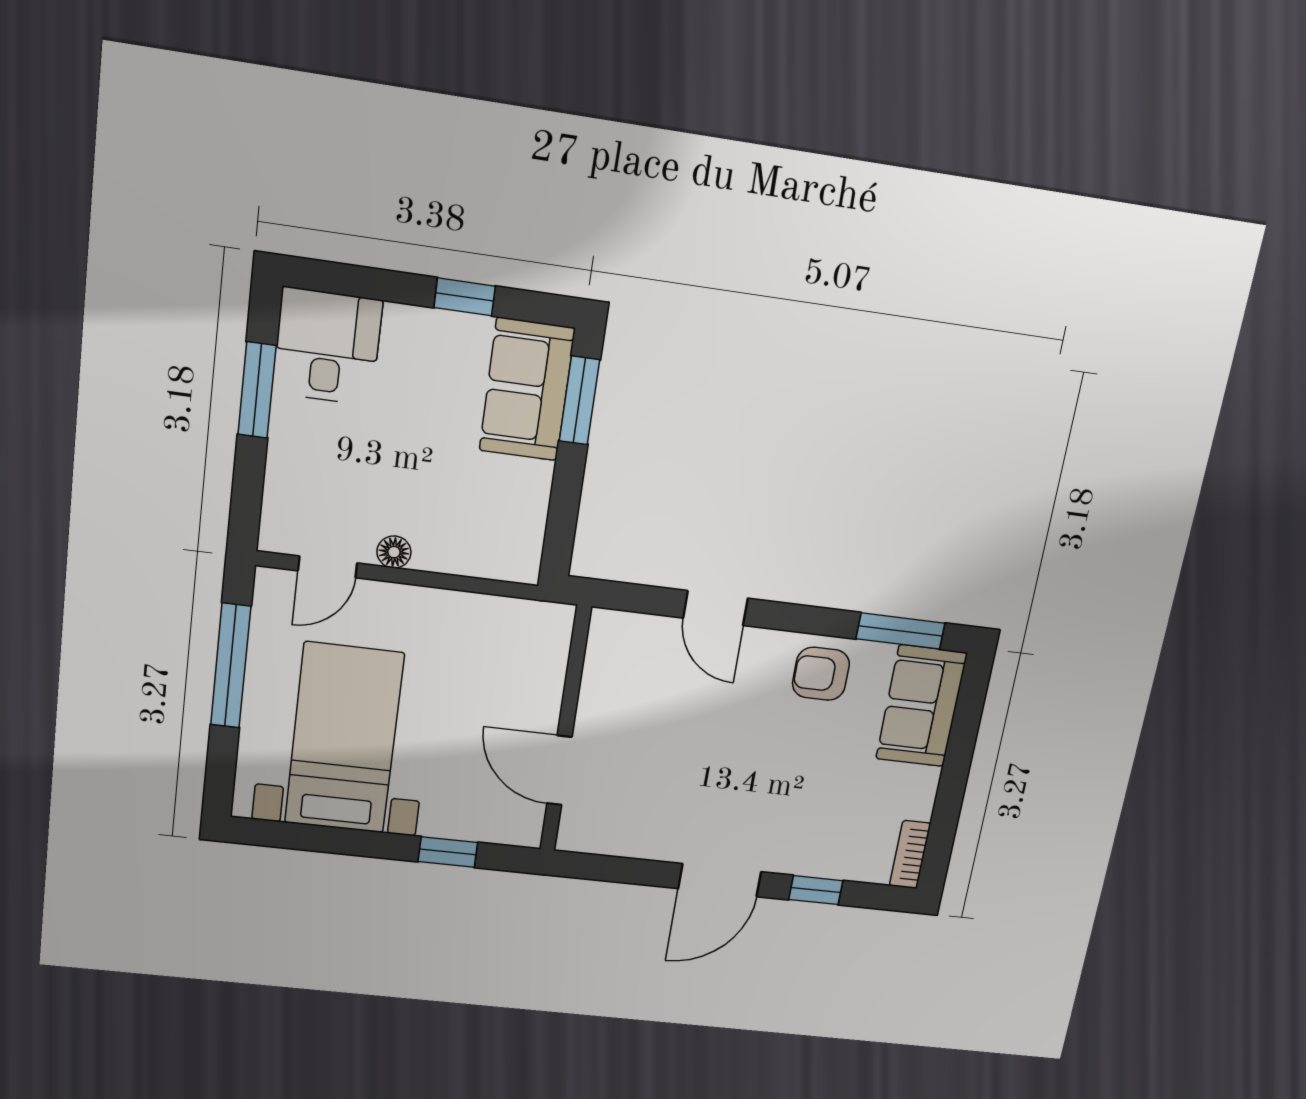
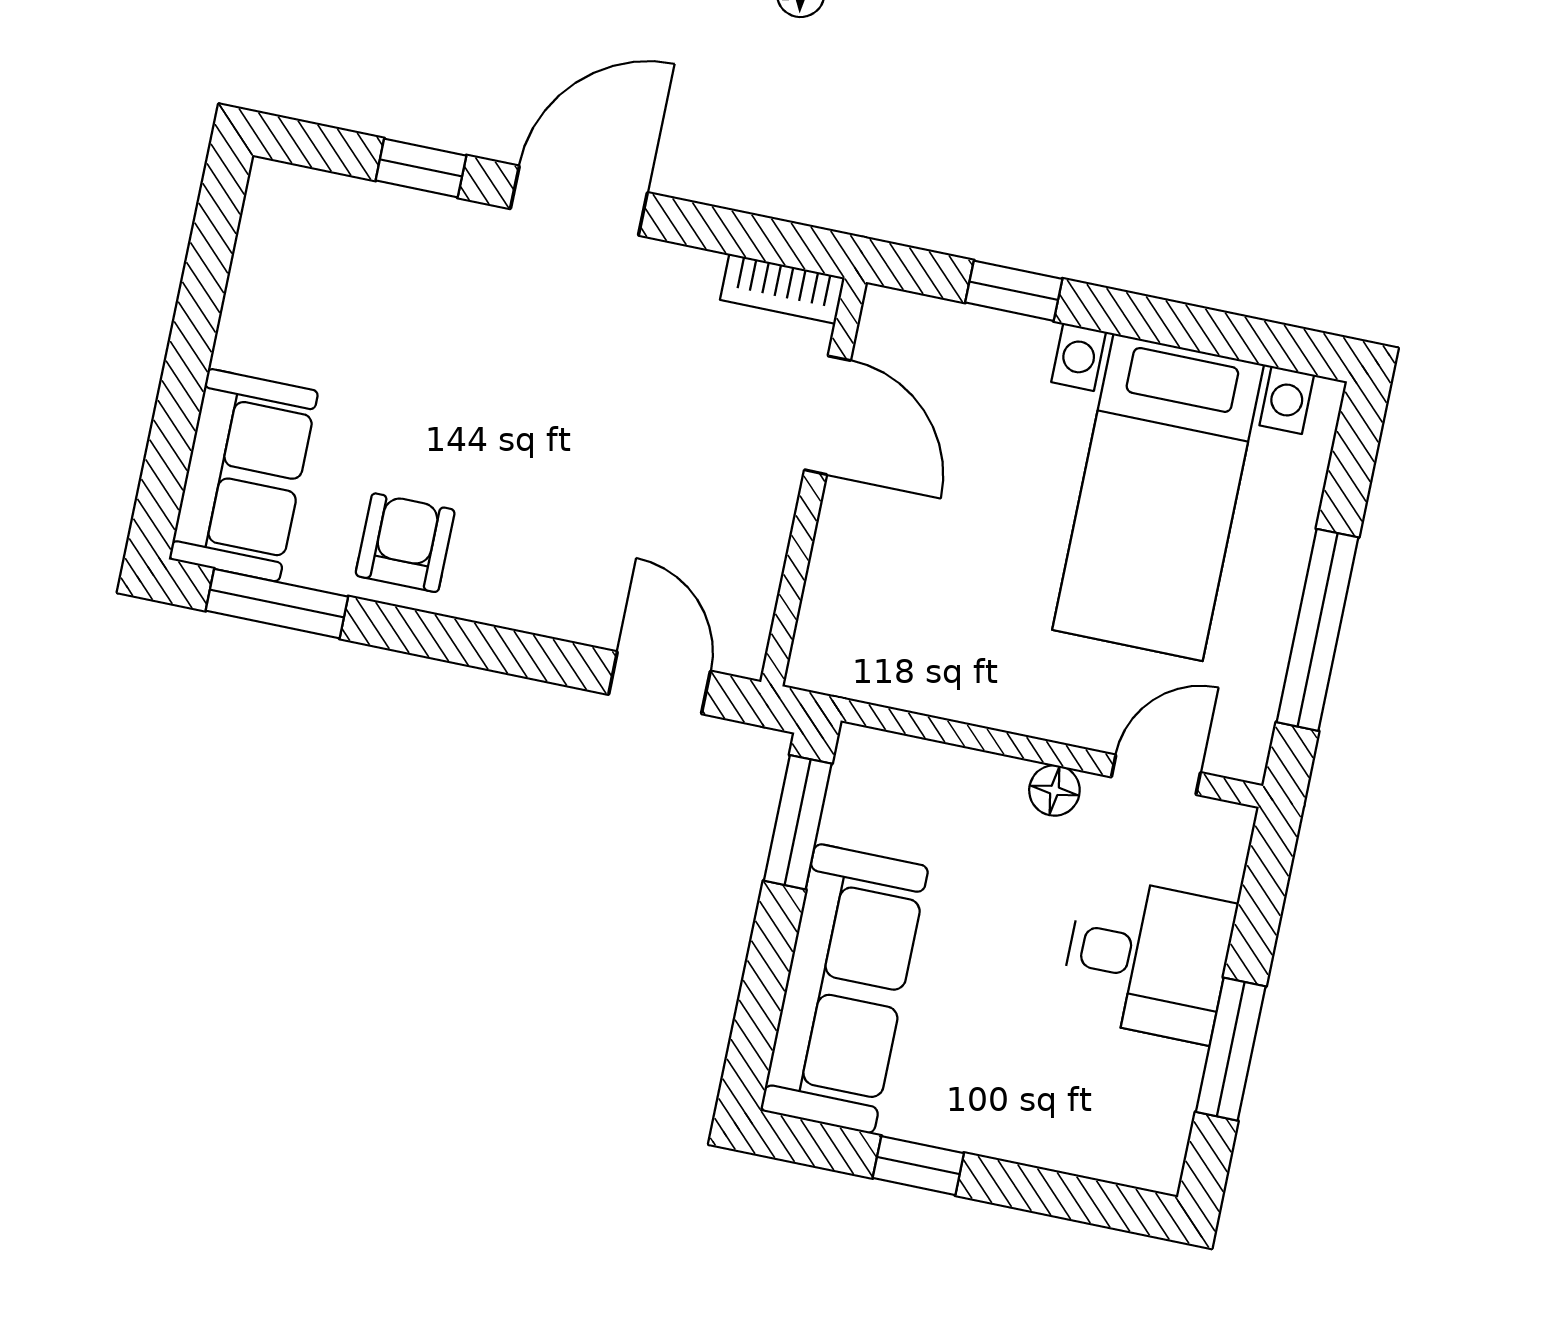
desk: (327, 346) -> (1148, 959), moved, turned -90
sofa: (527, 389) -> (844, 989), width x1.36
window: (579, 400) -> (798, 822), moved
door: (715, 608) -> (659, 683), moved
armchair: (821, 674) -> (405, 543), turned -90
bookcase: (910, 855) -> (782, 289), moved, turned 90

